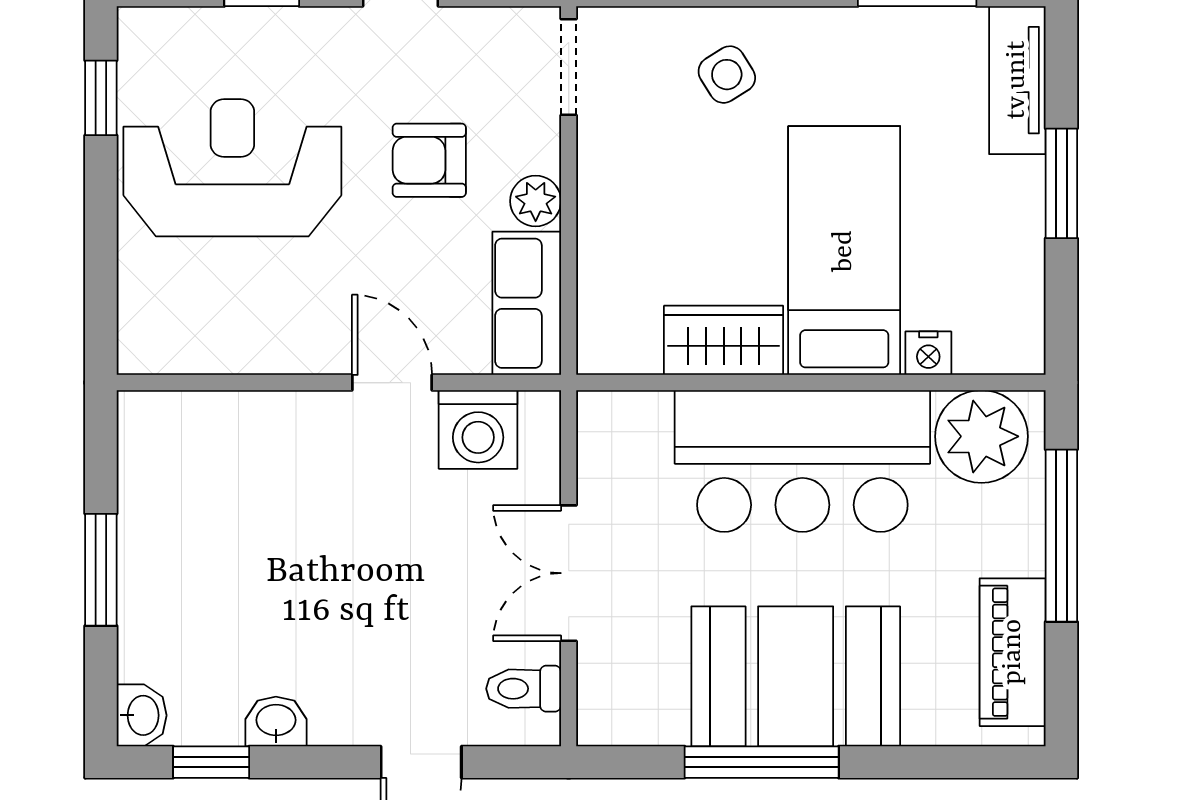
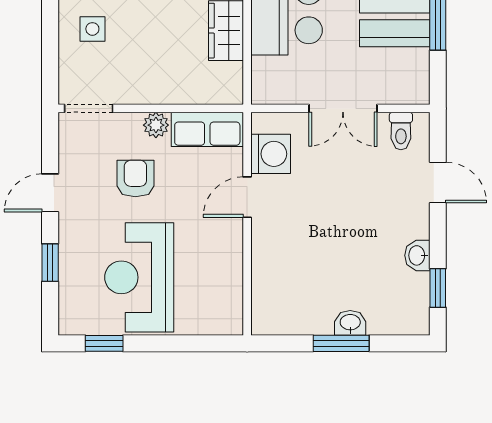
side table: (727, 75) -> (92, 29), turned 32
armchair: (429, 160) -> (135, 178), turned 180
washbasin: (142, 715) -> (350, 323), moved

